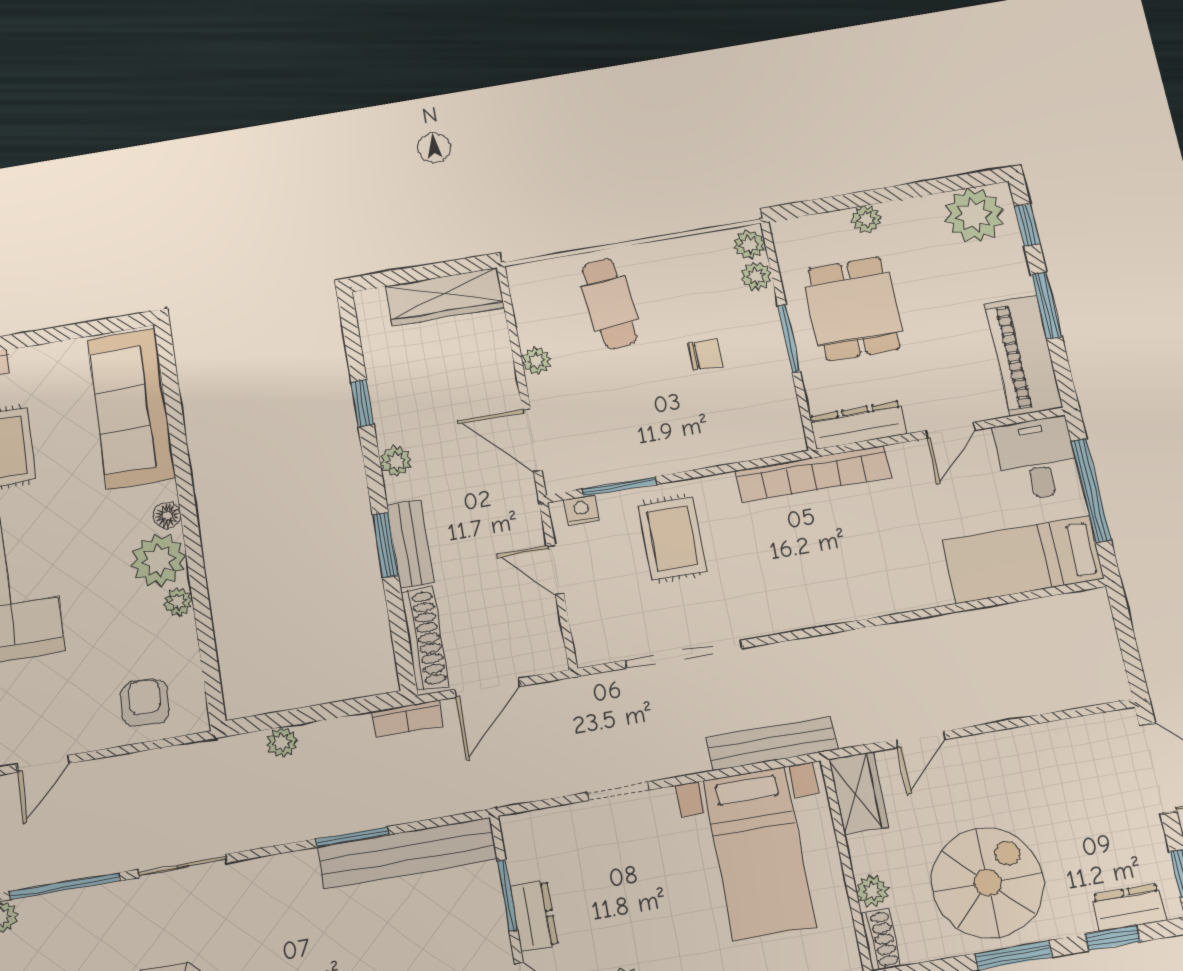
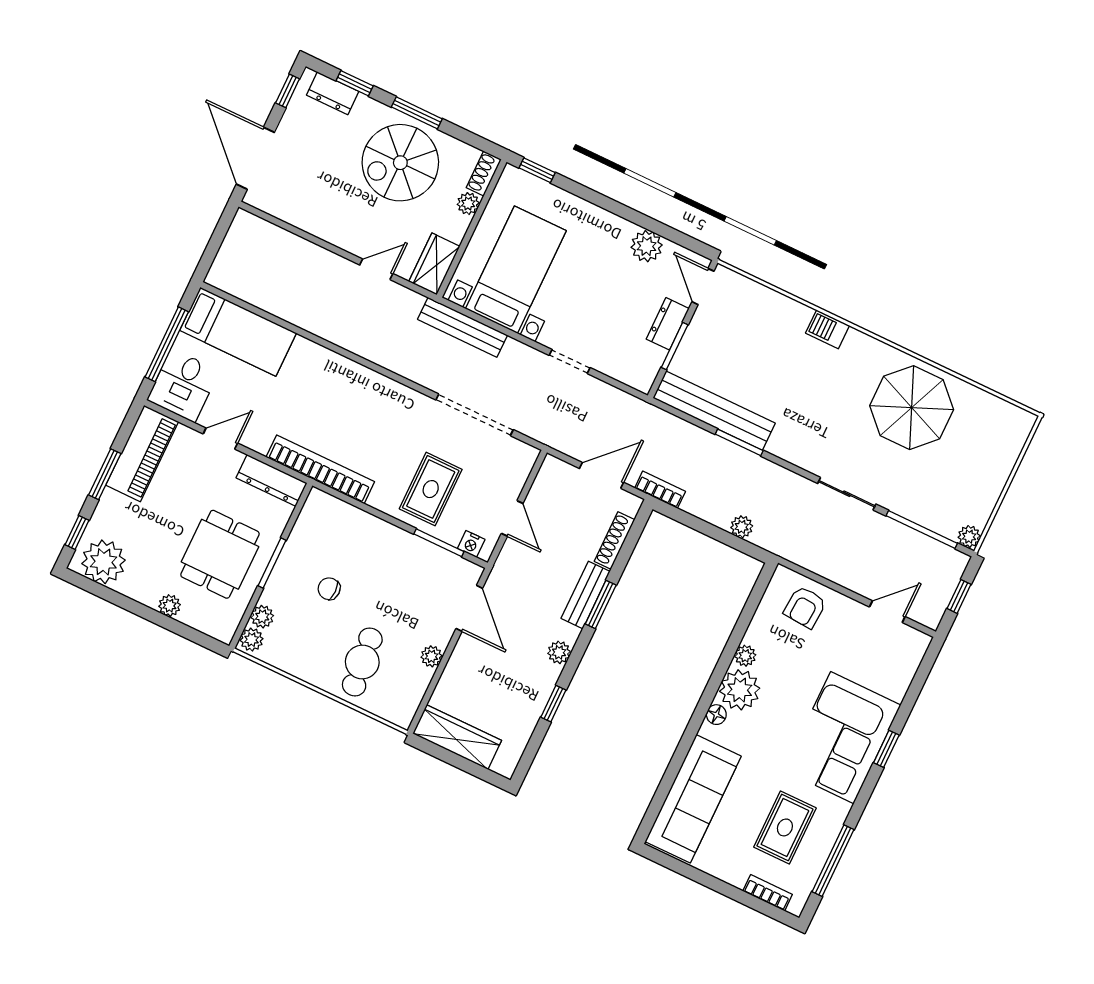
shoe rack: (425, 639) -> (615, 541), width x0.74, depth x0.81

